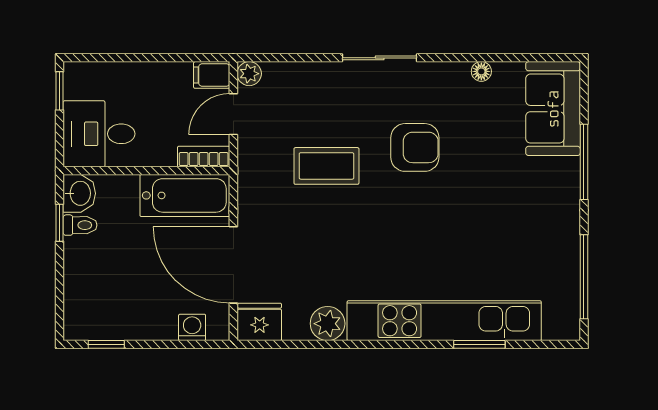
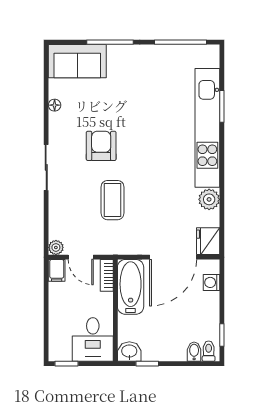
toilet: (80, 225) -> (209, 351), moved
bidet: (79, 299) -> (194, 352), added

